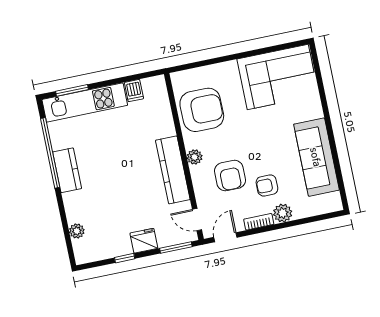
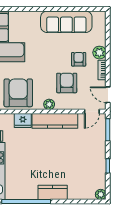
kitchen counter: (67, 170) -> (53, 192), moved
armchair: (230, 176) -> (67, 83), turned -90
armchair: (267, 185) -> (79, 59), turned 180
plant: (77, 231) -> (101, 194), moved
fridge: (144, 241) -> (23, 121), moved, turned -90

